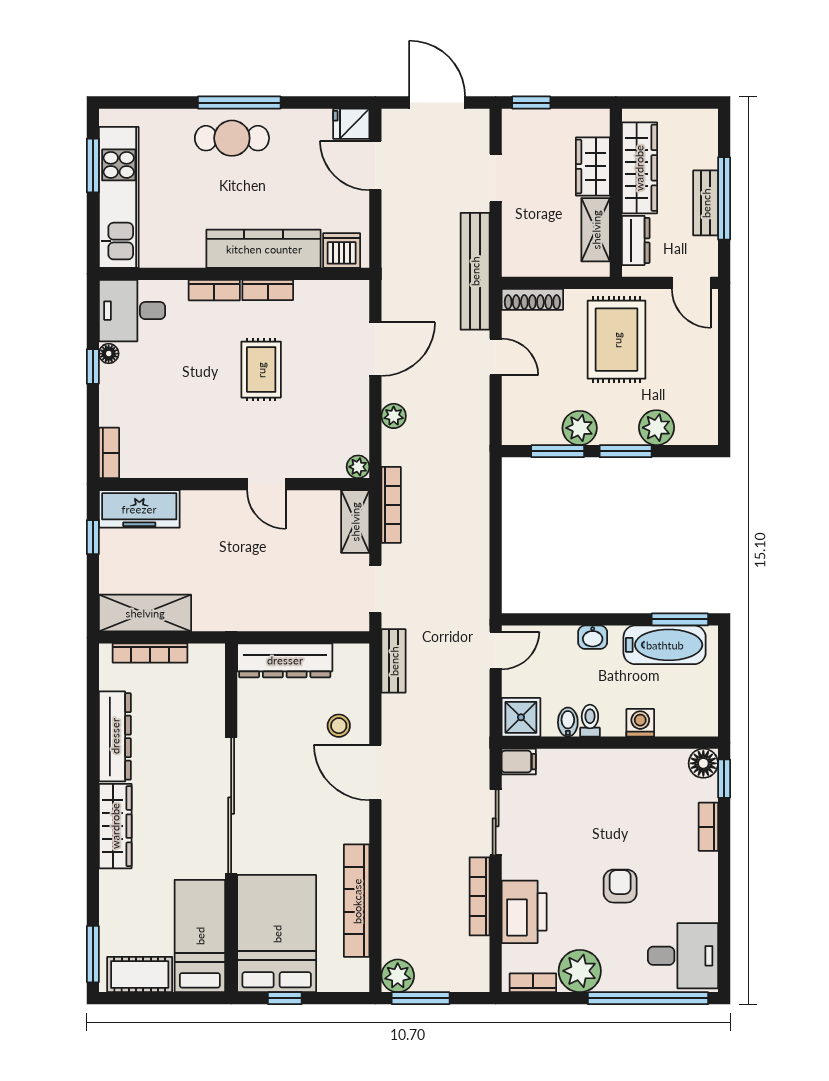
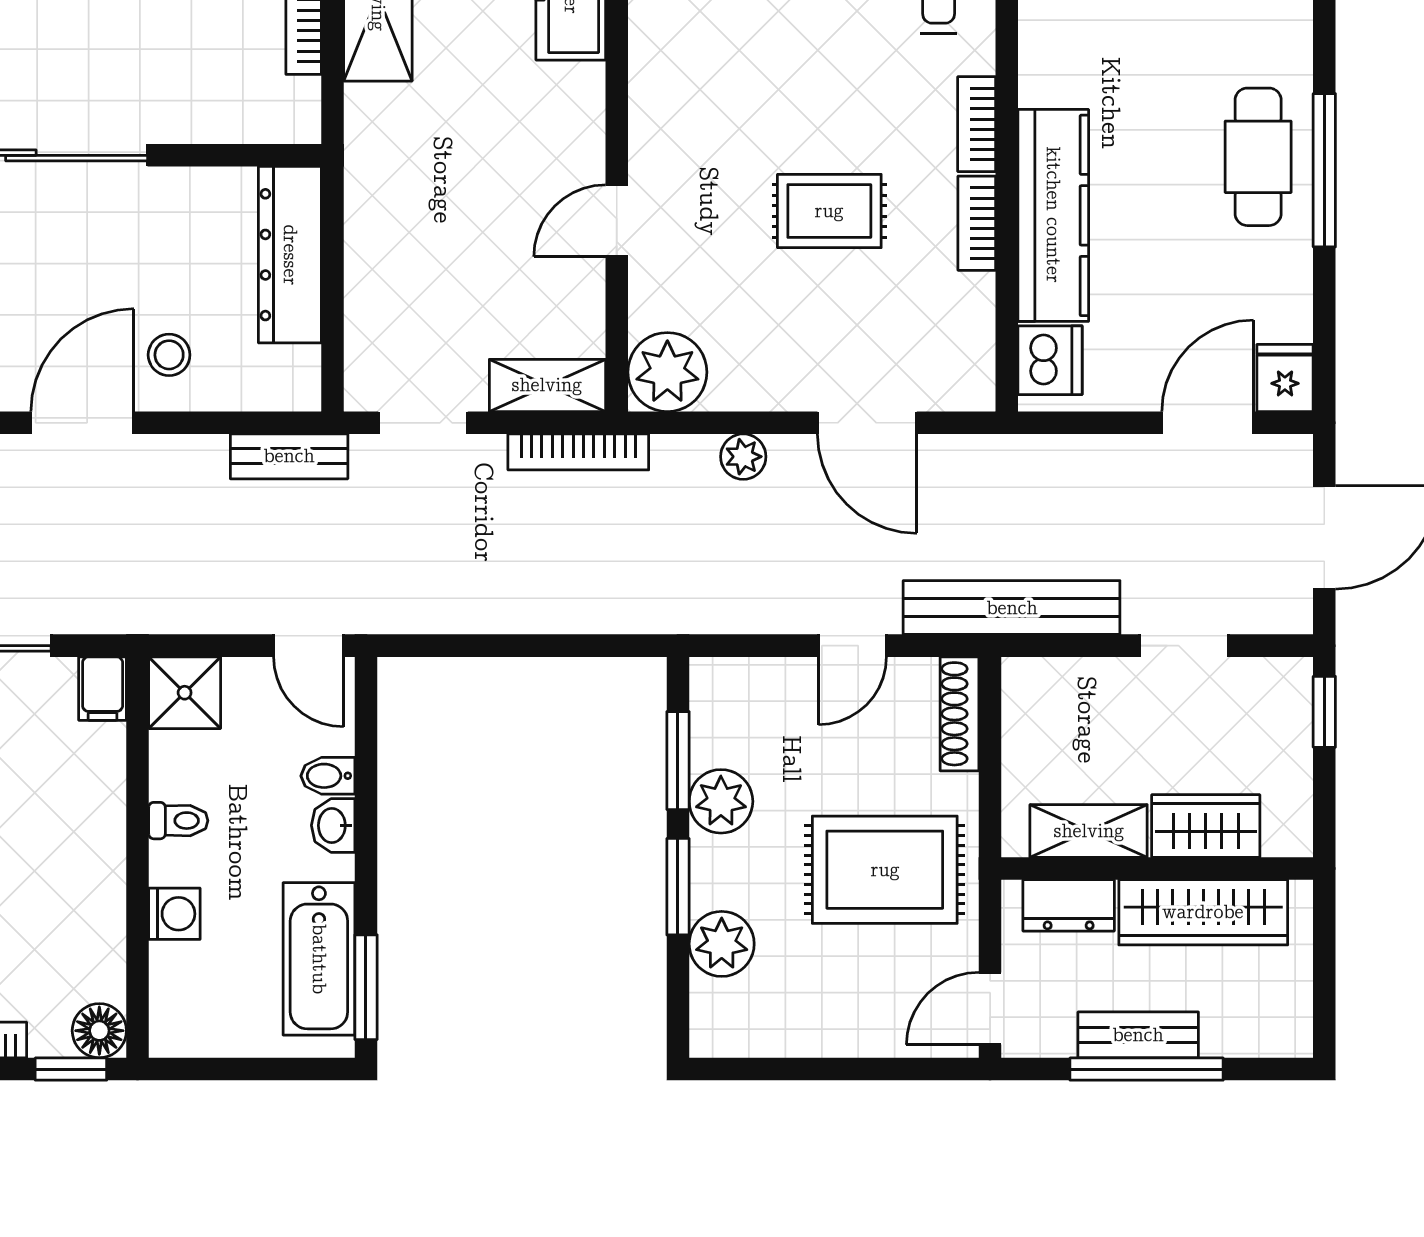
plant: (358, 467) -> (667, 372), width x1.87, depth x1.87
bidet: (568, 722) -> (328, 776), moved, turned 180

